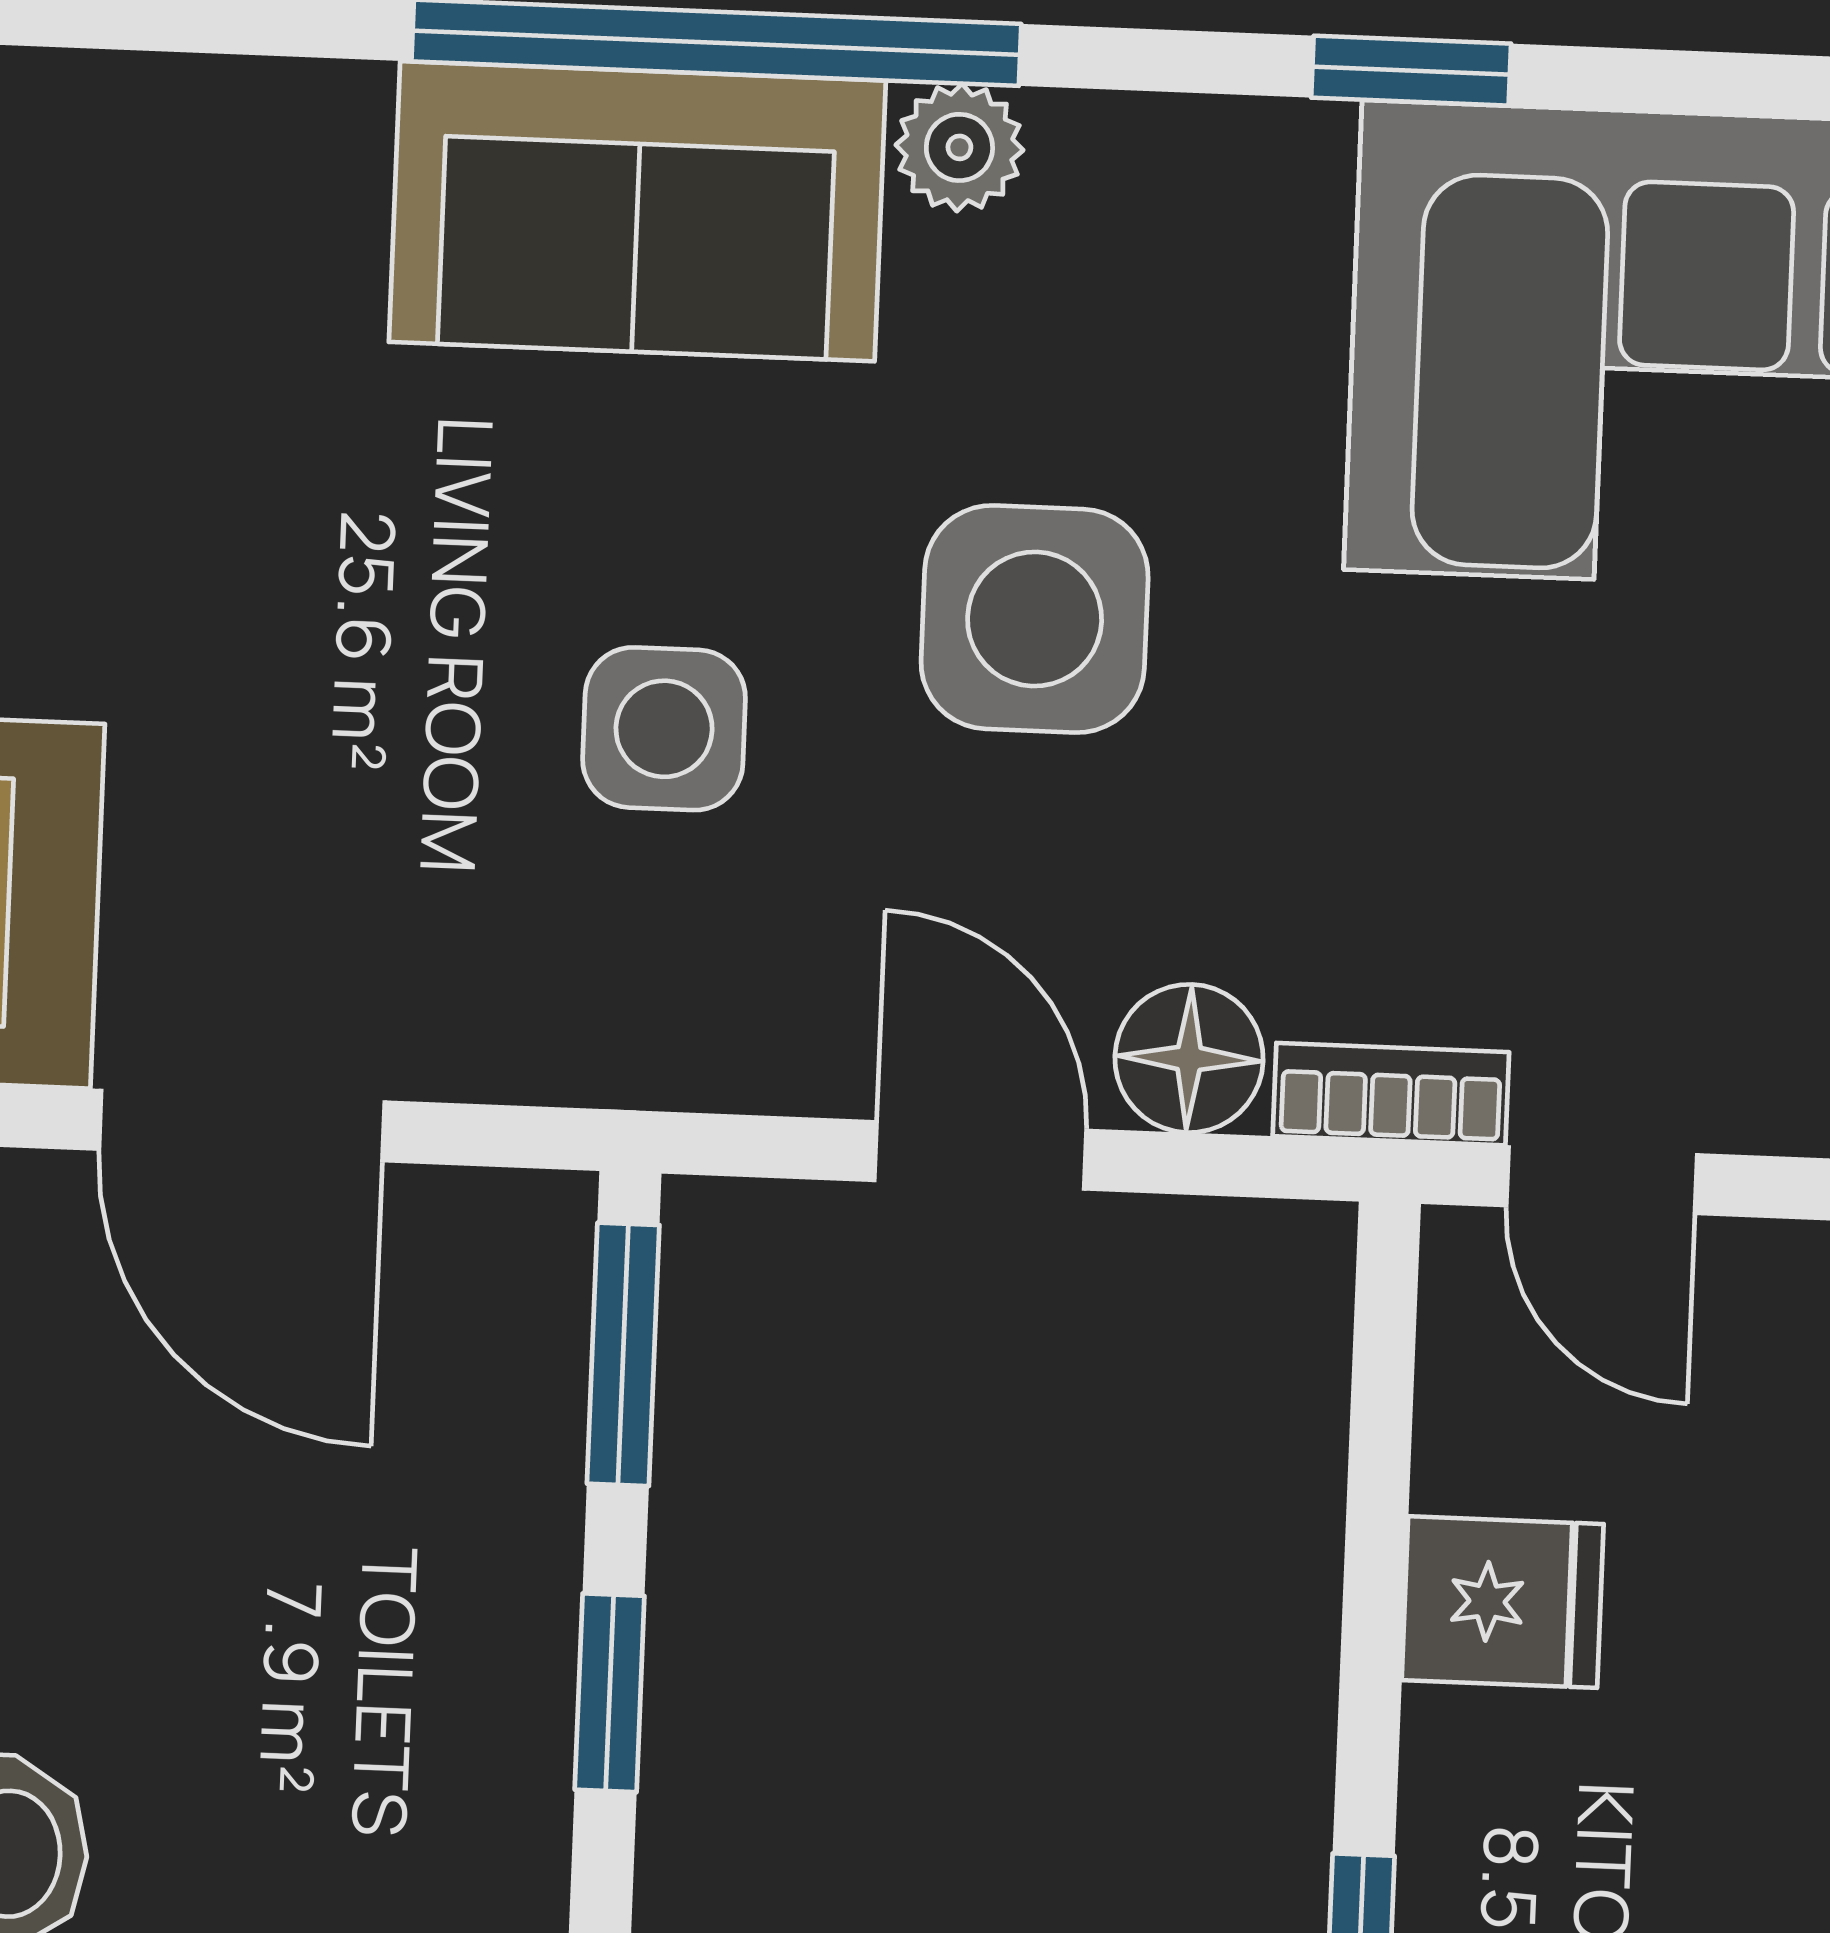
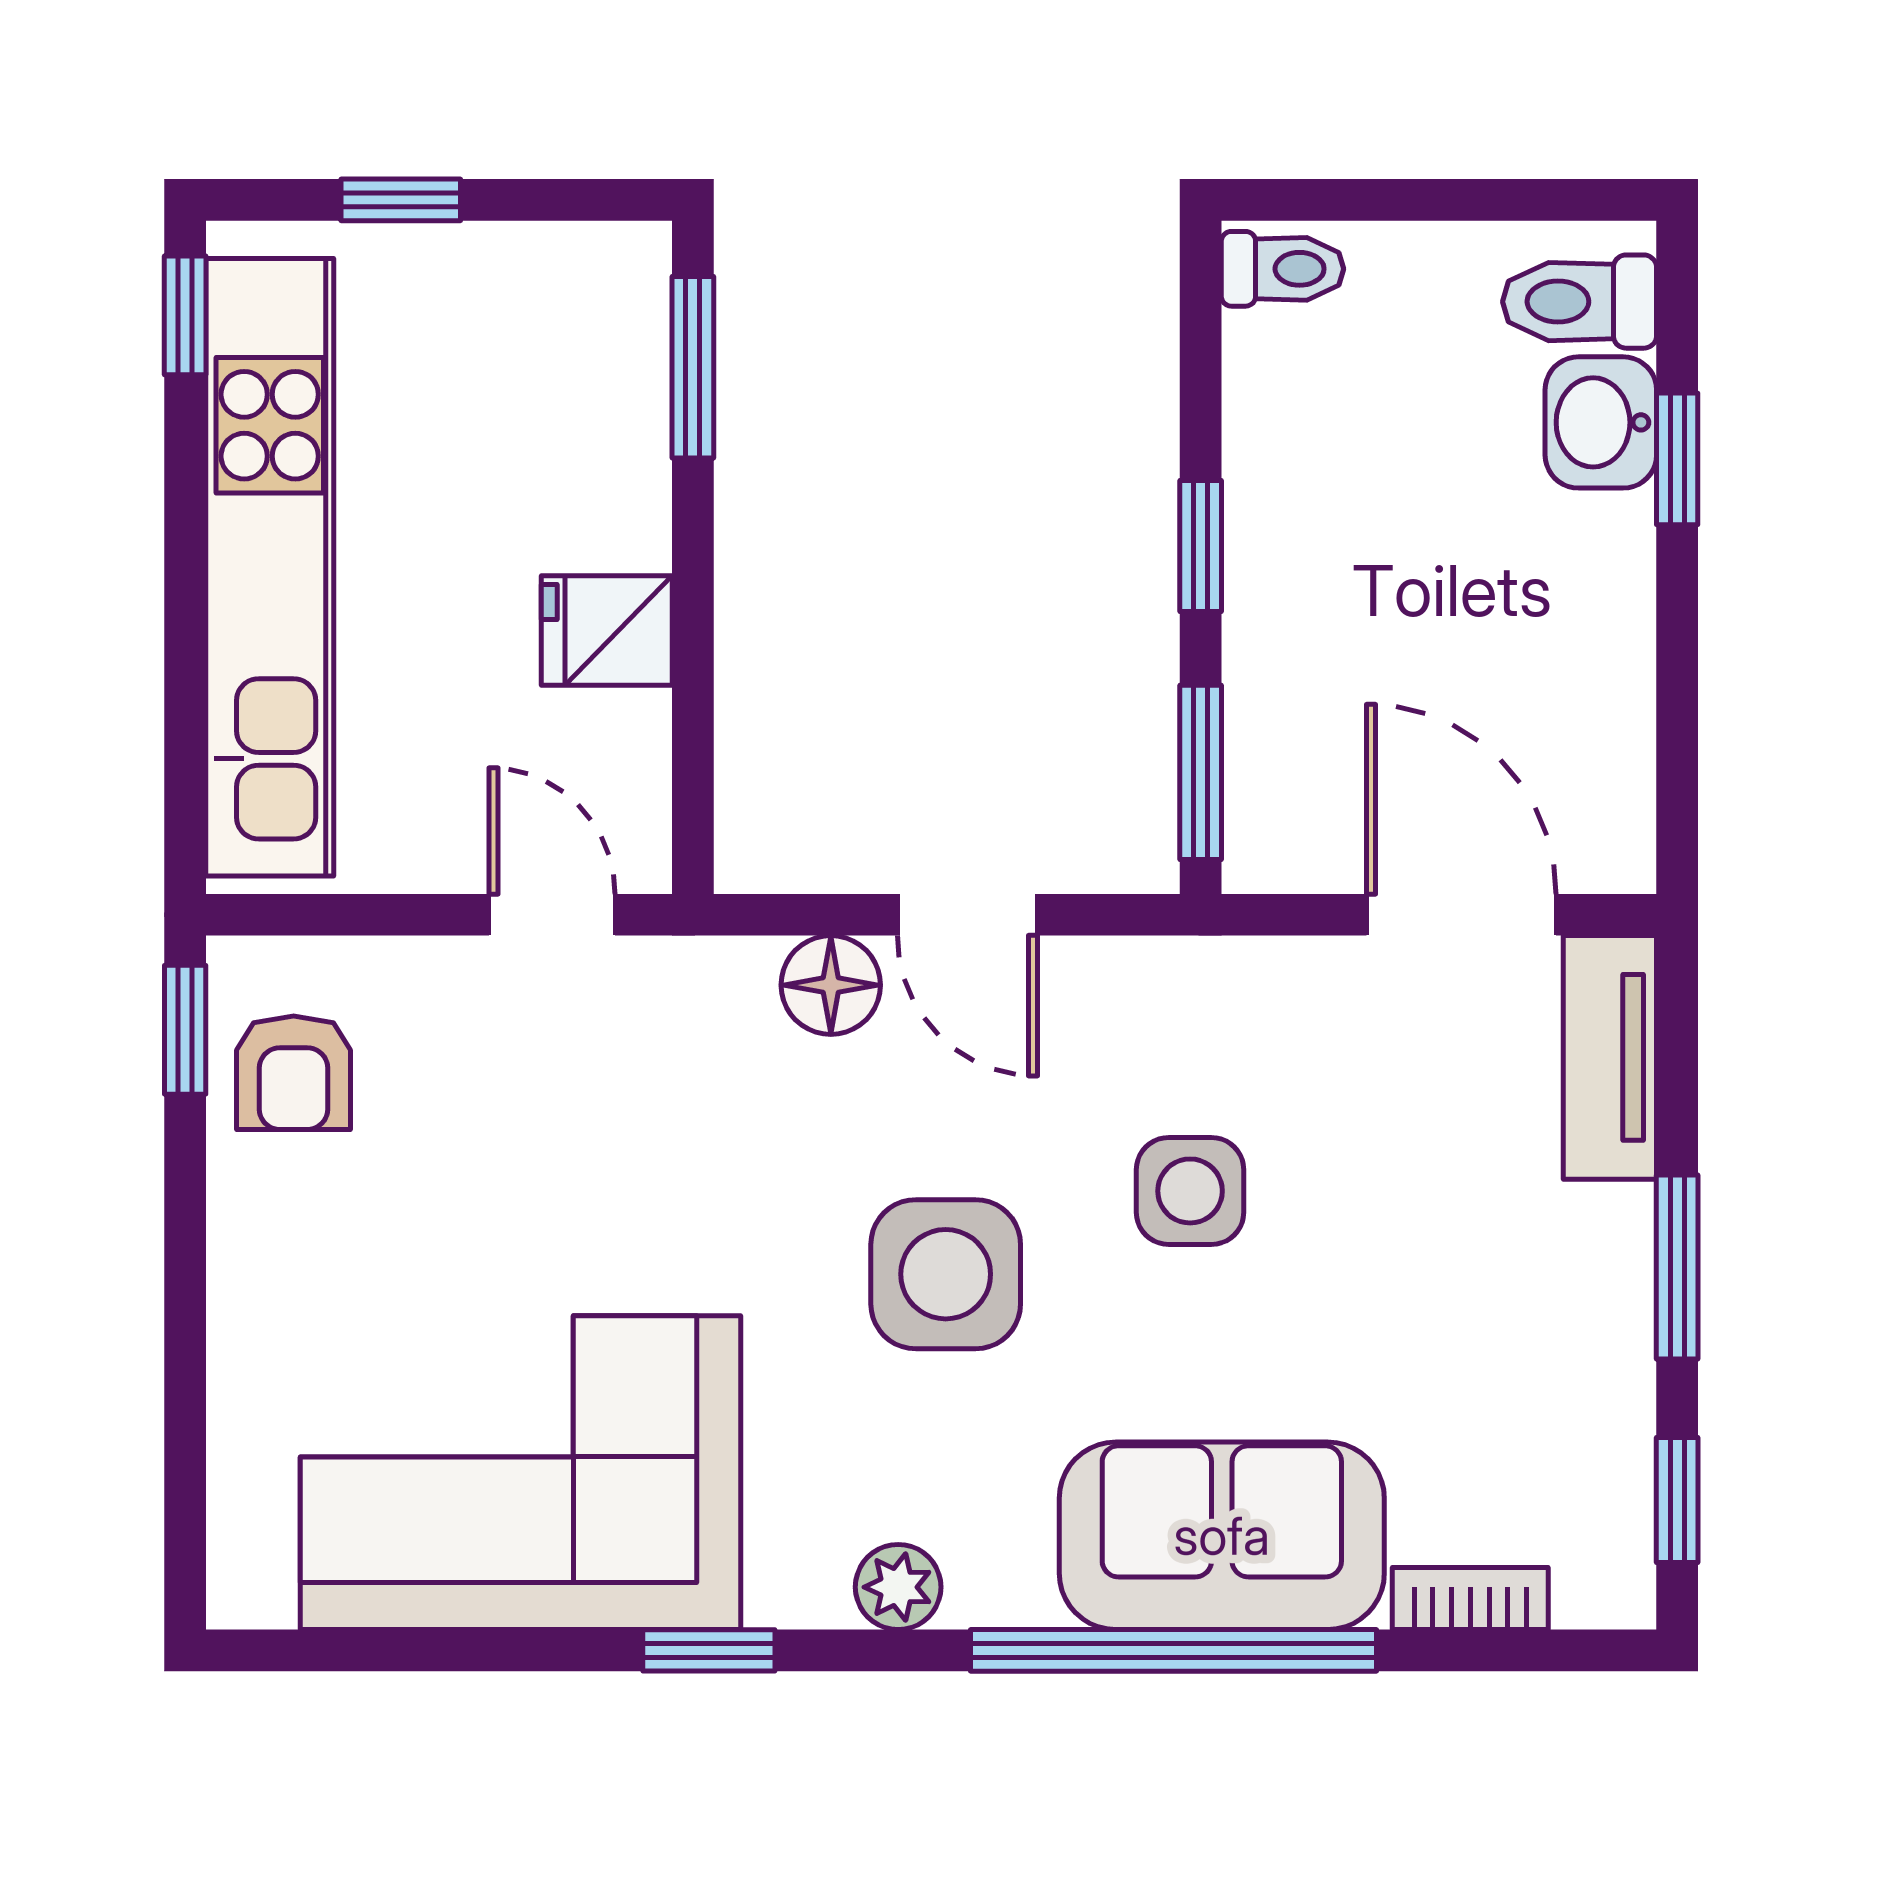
plant: (959, 147) -> (898, 1587), moved
bookcase: (1391, 1094) -> (1470, 1599), moved, turned 180

